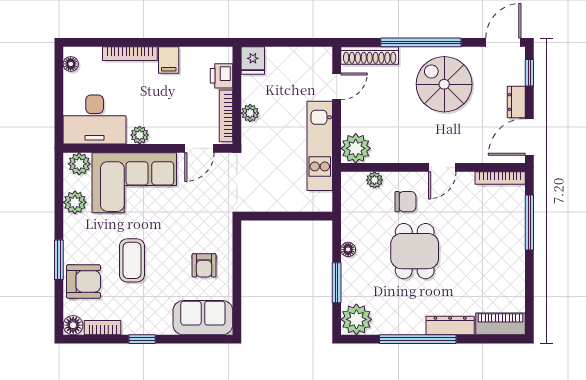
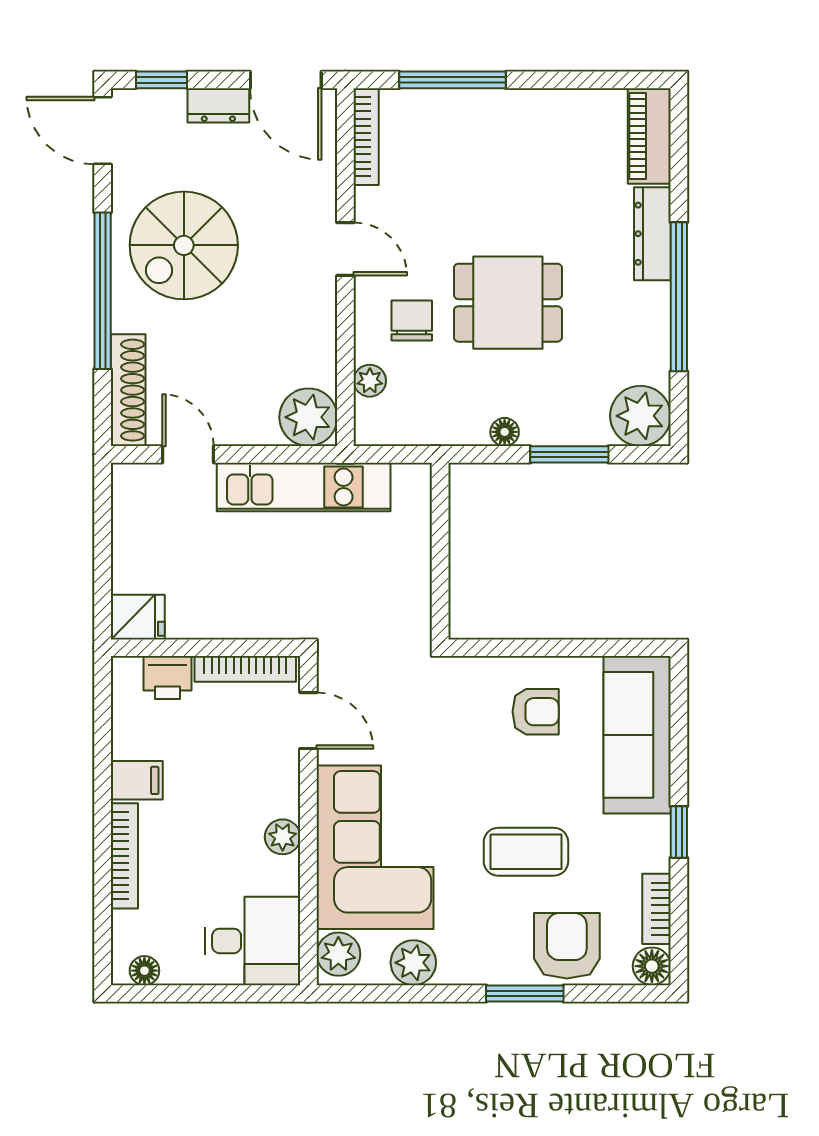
plant: (250, 113) -> (240, 622), removed
desk: (95, 120) -> (252, 941), width x0.73
sofa: (203, 318) -> (637, 735), width x1.36

